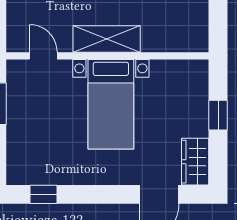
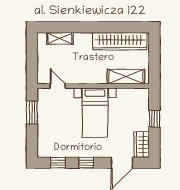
shelving: (107, 39) -> (126, 77), moved
window: (95, 194) -> (86, 163), added

